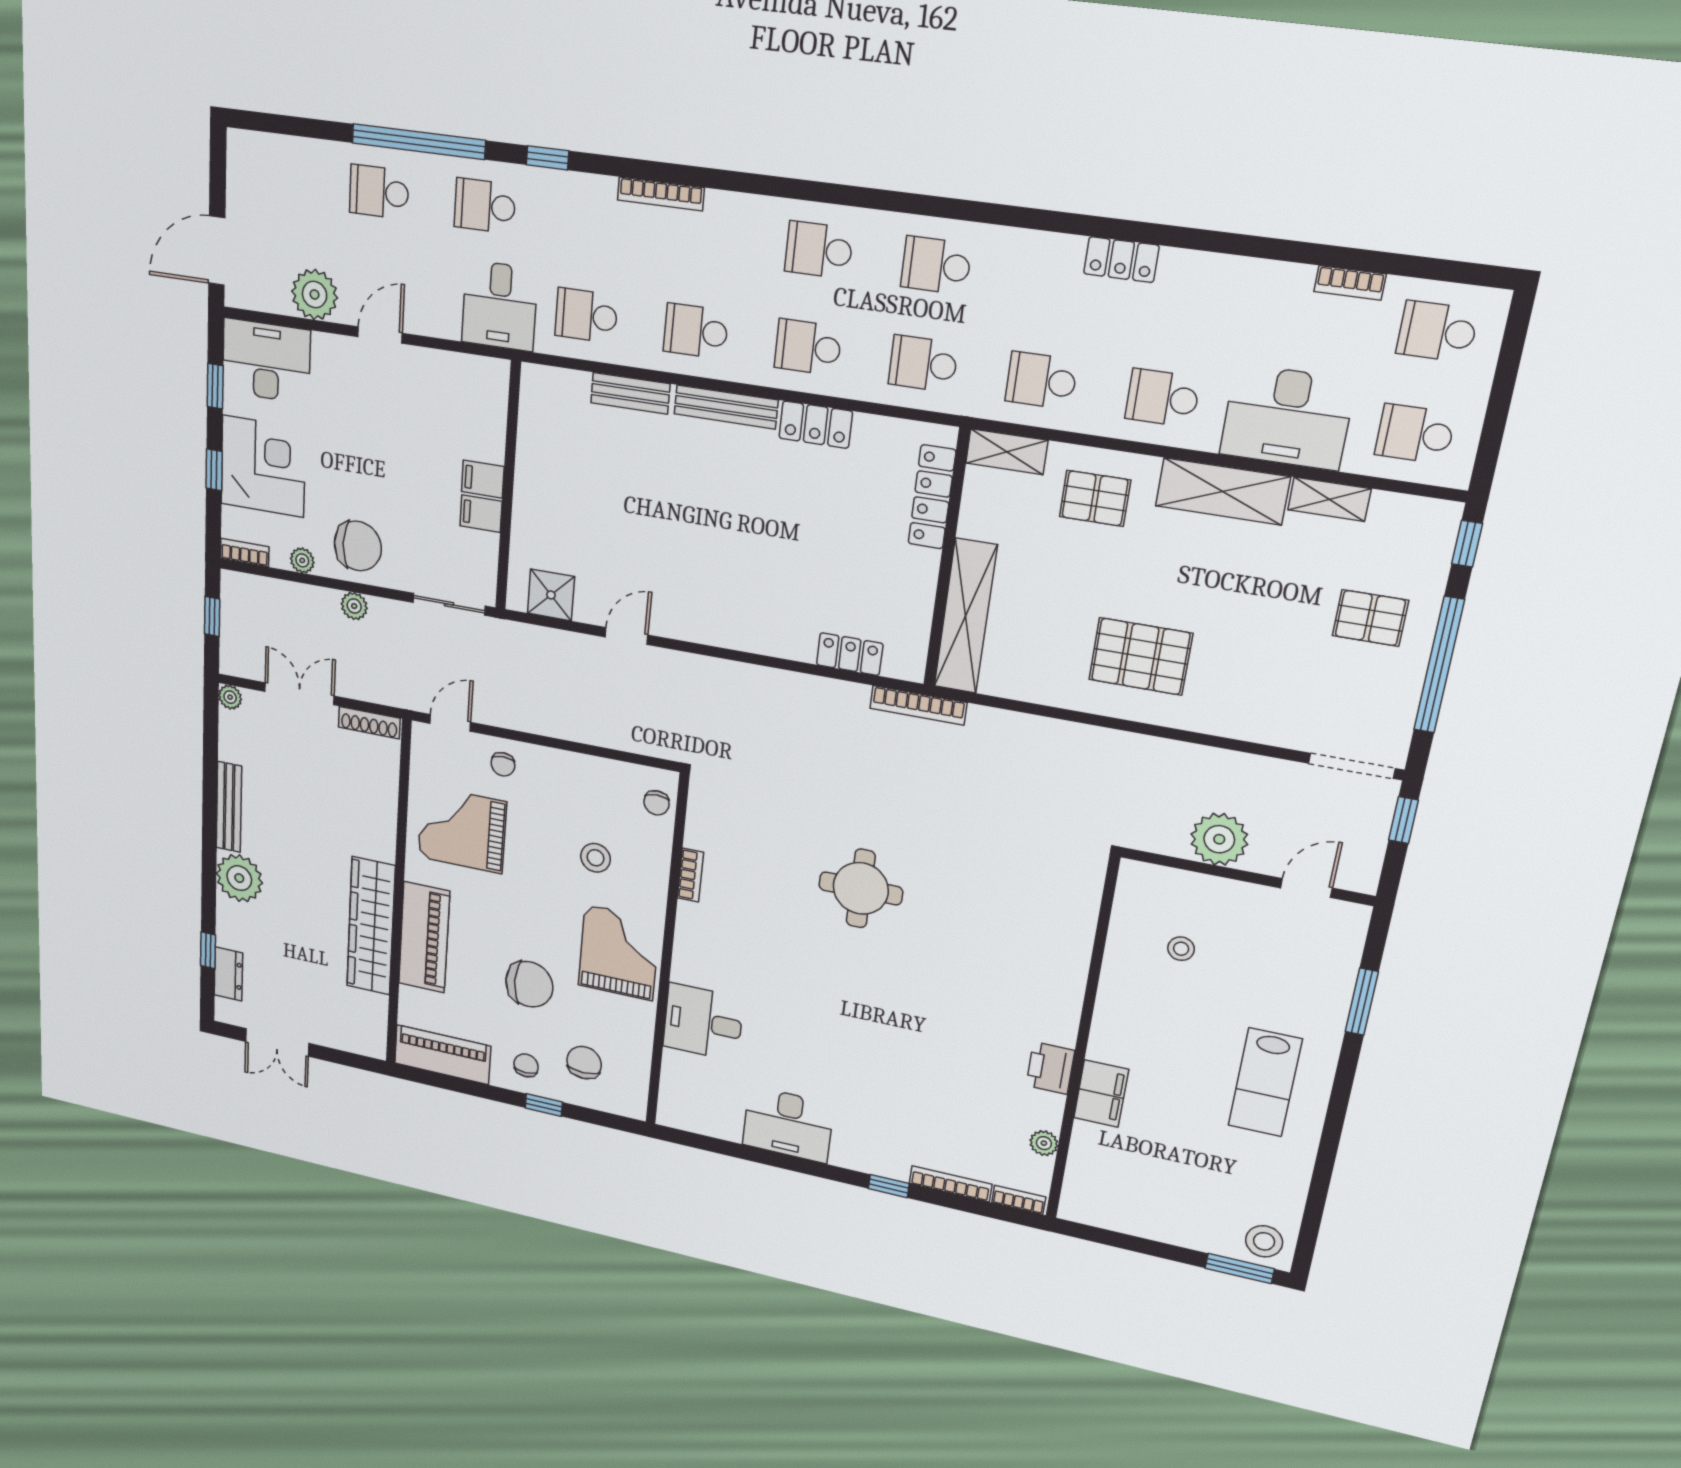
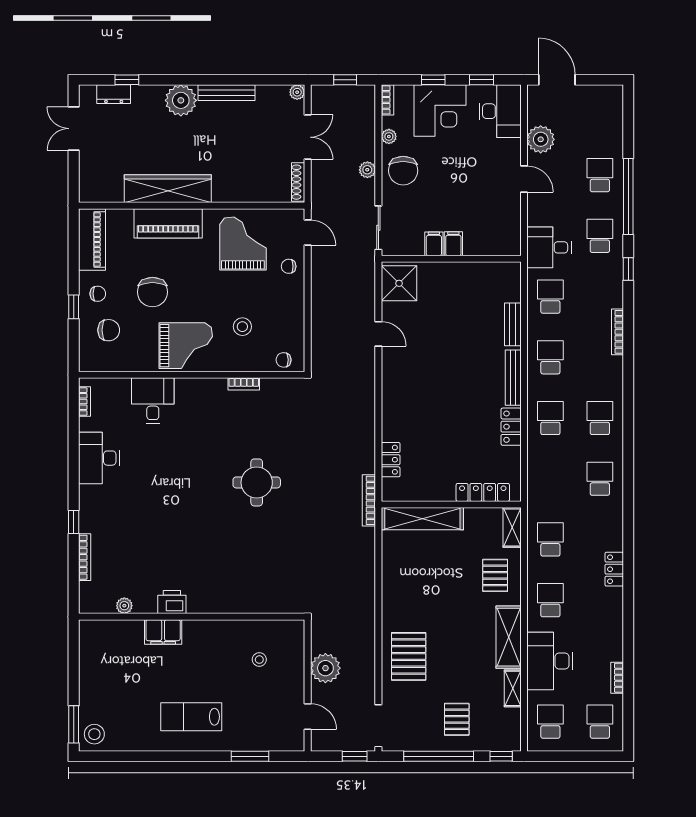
school desk: (923, 364) -> (550, 479), removed
shower: (551, 595) -> (399, 283), width x1.36, depth x1.36
pallet: (1141, 656) -> (409, 656), moved
bookcase: (1019, 1200) -> (84, 402), moved

